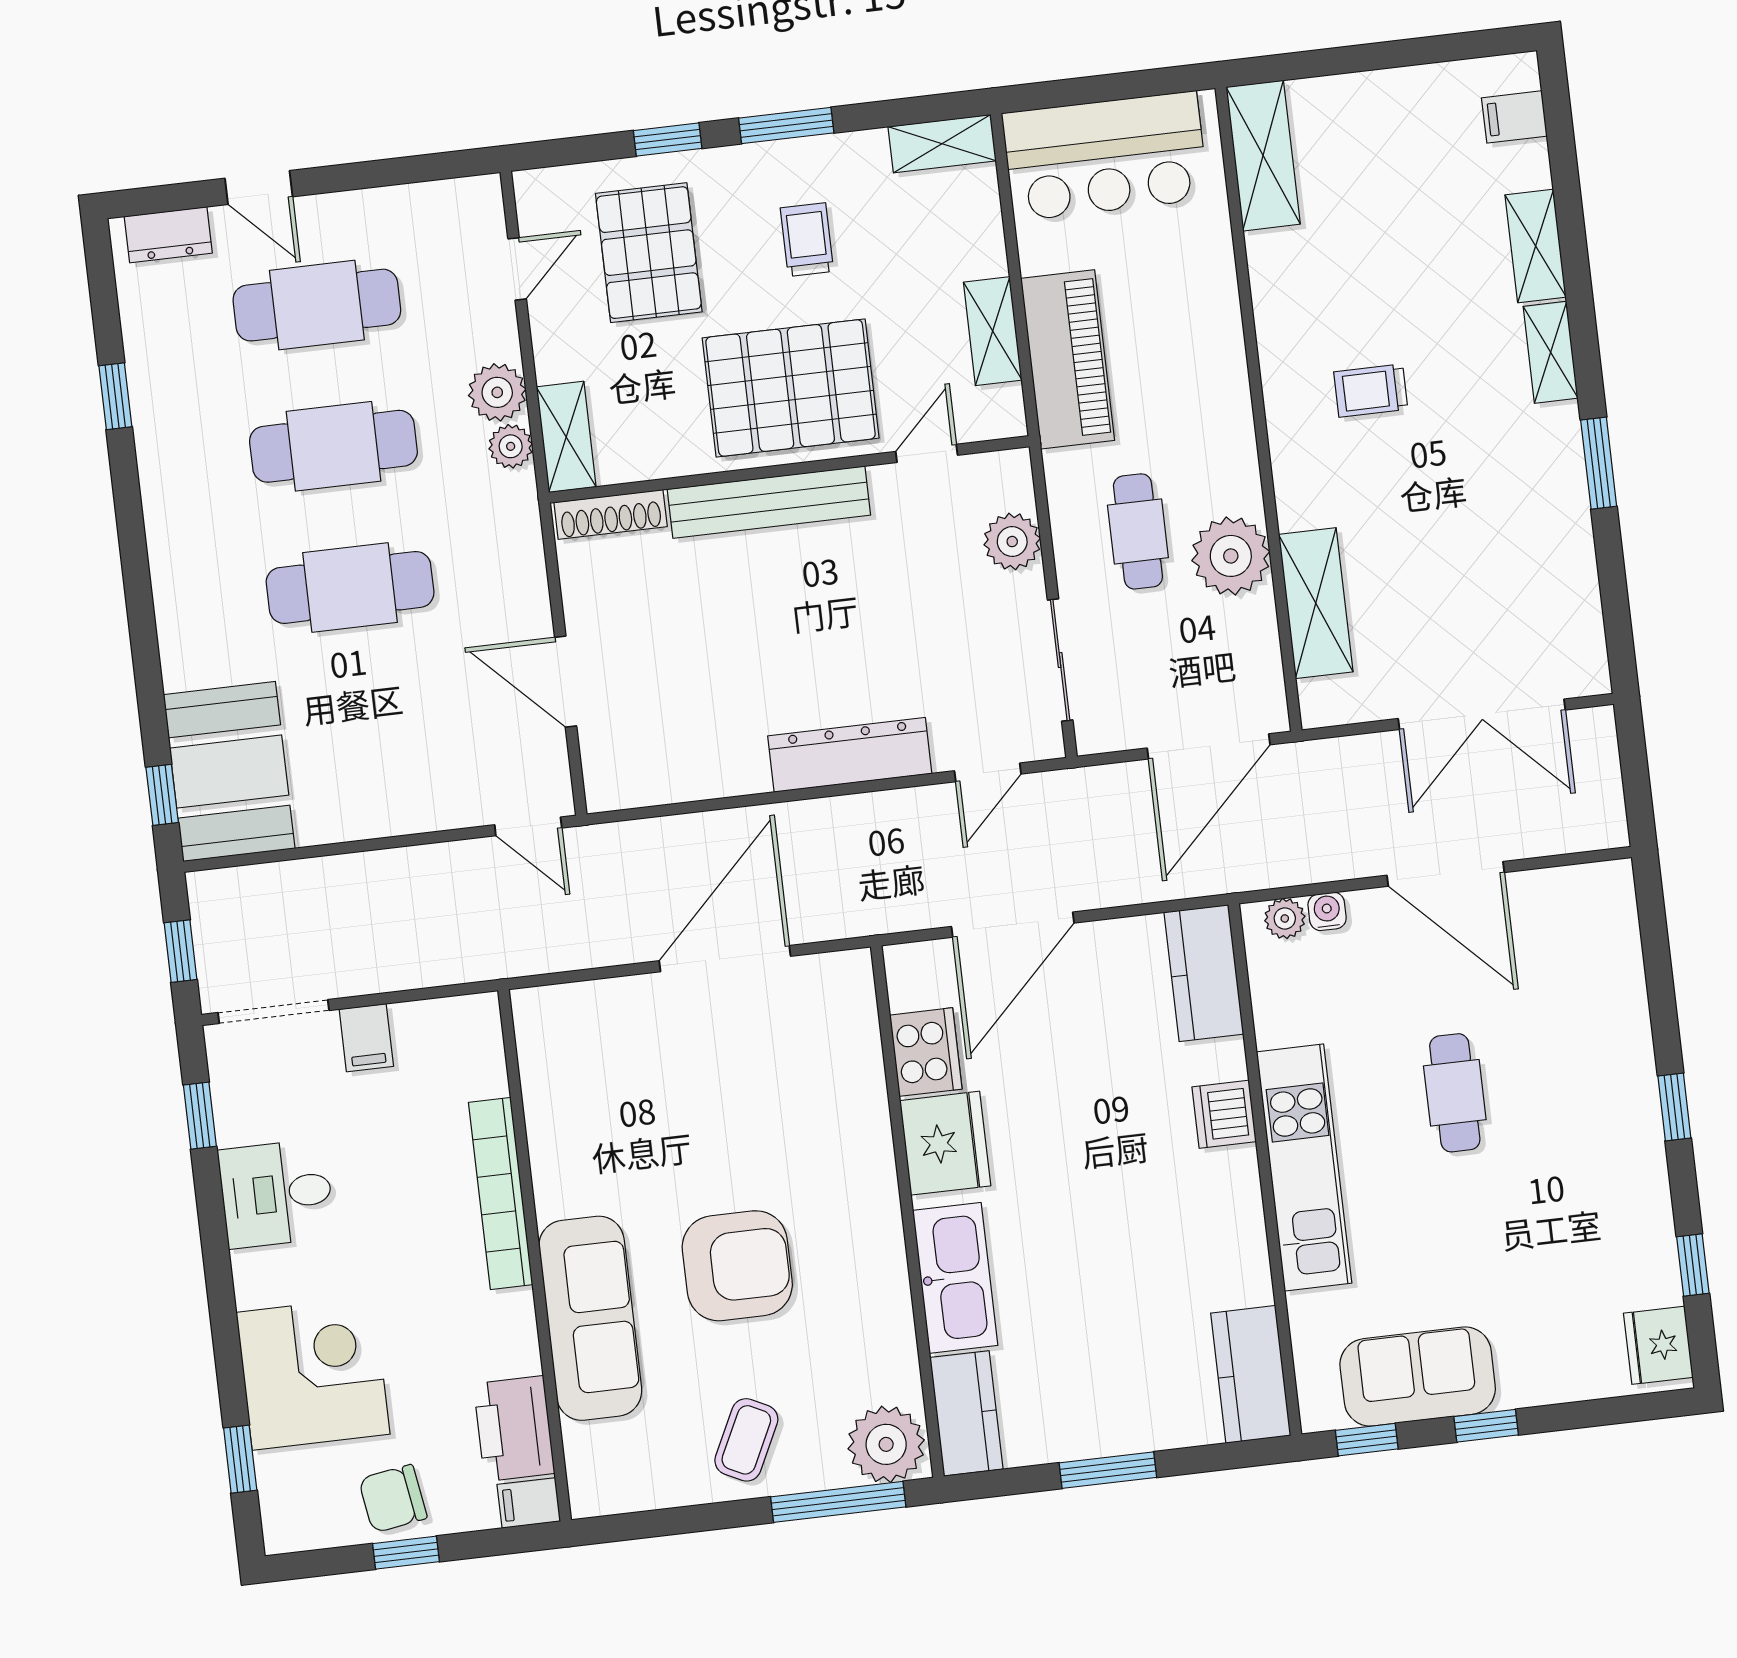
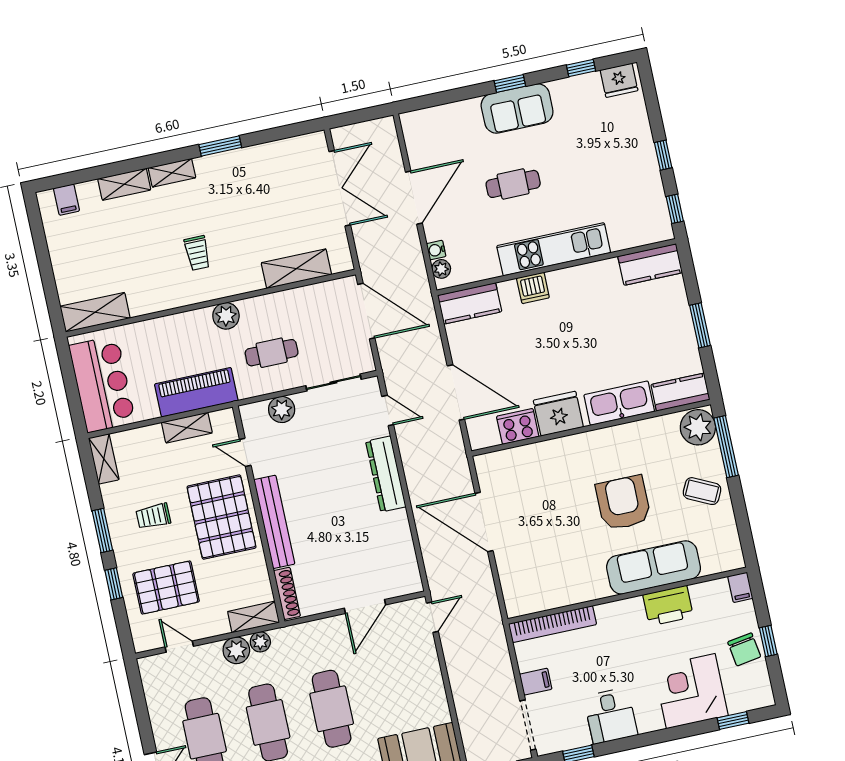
plant: (1231, 556) -> (226, 316), moved, width x0.73, depth x0.73
bookcase: (501, 1194) -> (553, 624), moved
sofa: (1418, 1377) -> (517, 108), moved, turned -90
printer: (514, 1429) -> (668, 606), moved

